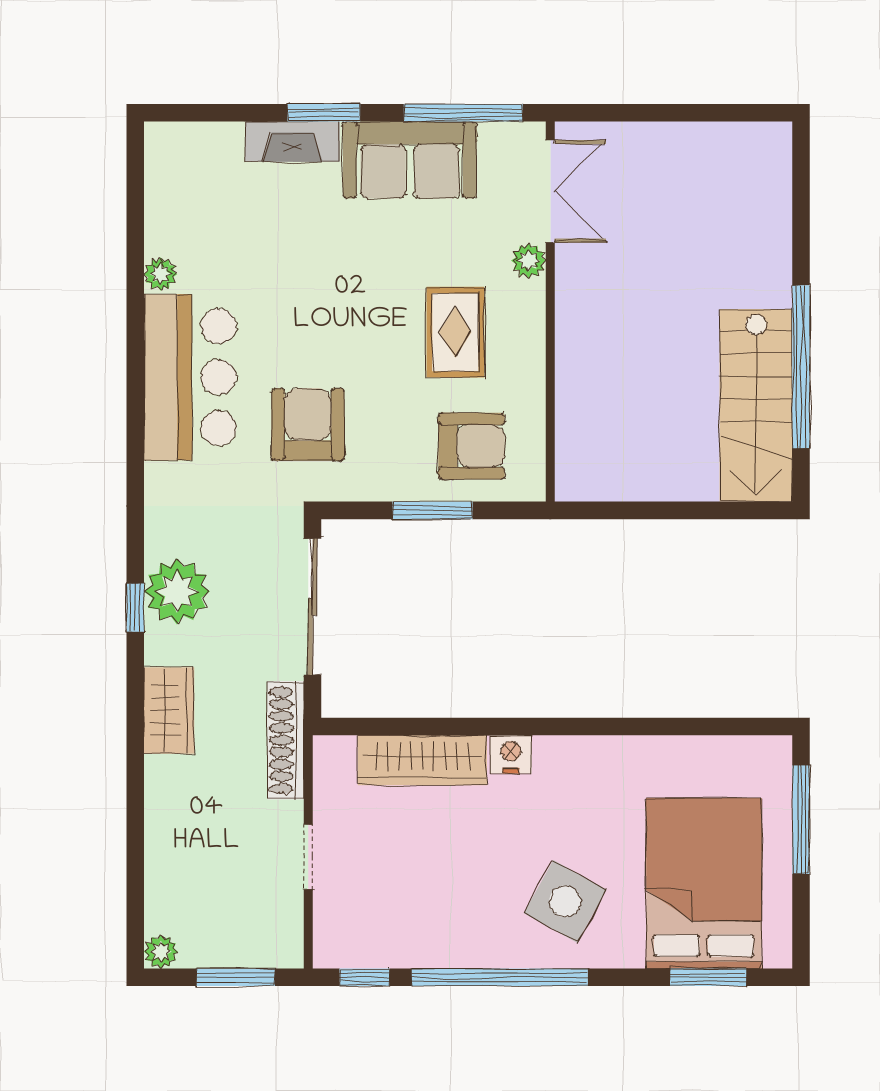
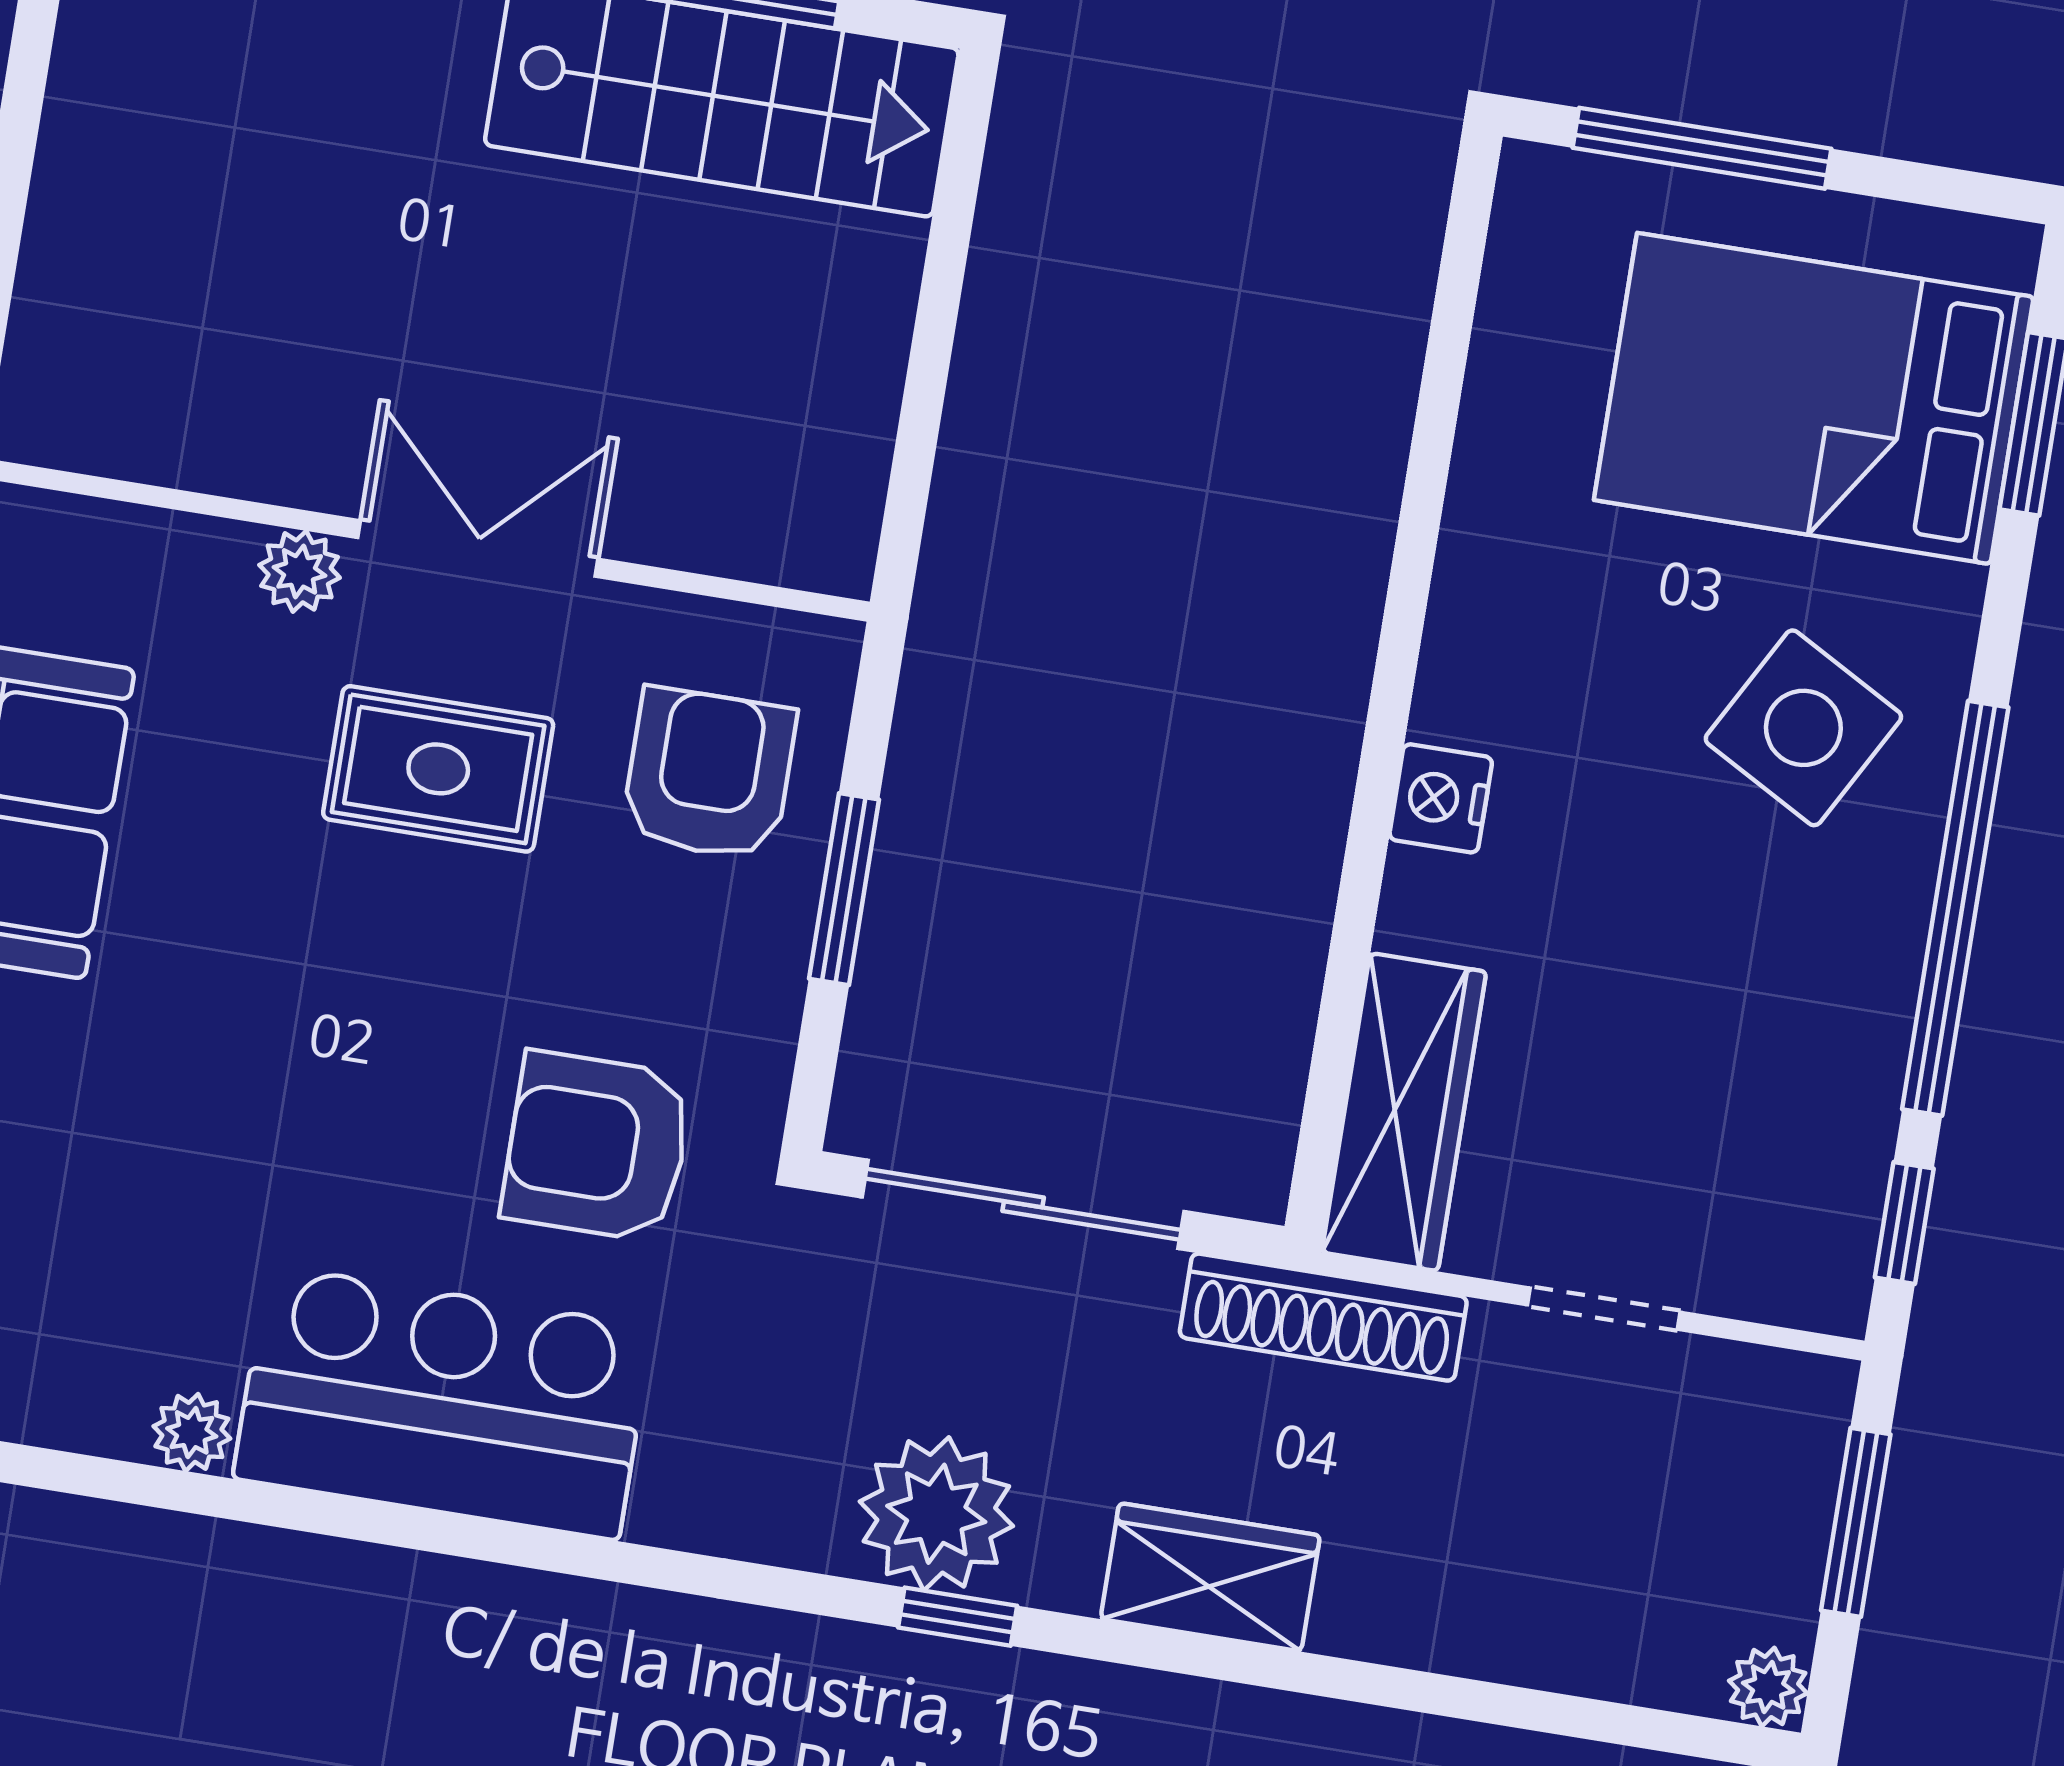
double door: (550, 191) -> (478, 548), moved
wardrobe: (422, 760) -> (1404, 1112), moved

